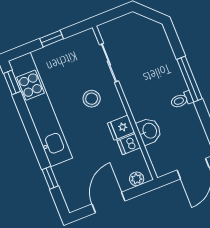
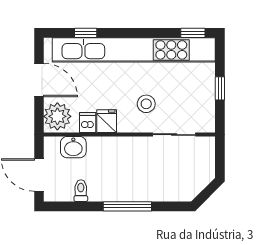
toilet: (182, 100) -> (81, 191), moved
kitchen unit: (40, 110) -> (134, 50), width x1.36
washbasin: (149, 131) -> (73, 147), moved
plant: (137, 179) -> (57, 116), width x1.87, depth x1.87

